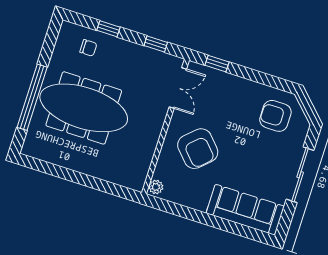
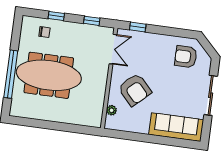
plant: (156, 187) -> (112, 110), moved

